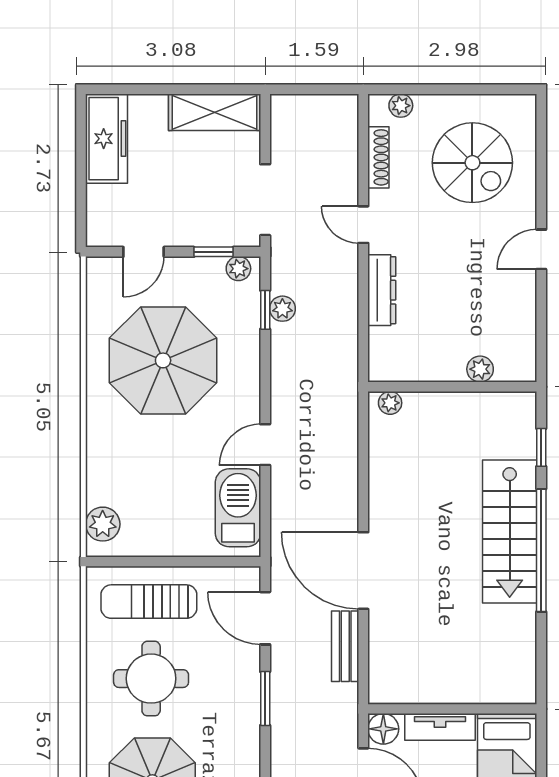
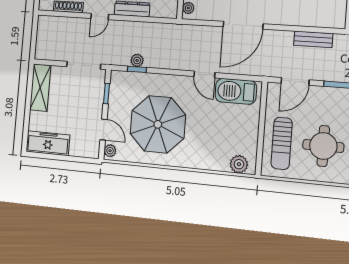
plant: (238, 269) -> (110, 151), moved
door: (363, 571) -> (243, 25), moved

